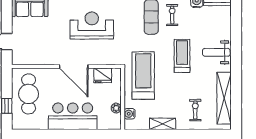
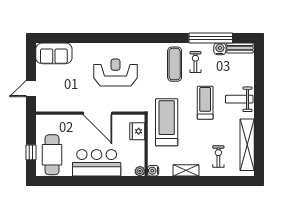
fridge: (103, 75) -> (137, 131), moved, turned 90
cafe table: (29, 94) -> (52, 155), moved
plant: (116, 108) -> (140, 171), moved
water cooler: (130, 114) -> (153, 171), moved

